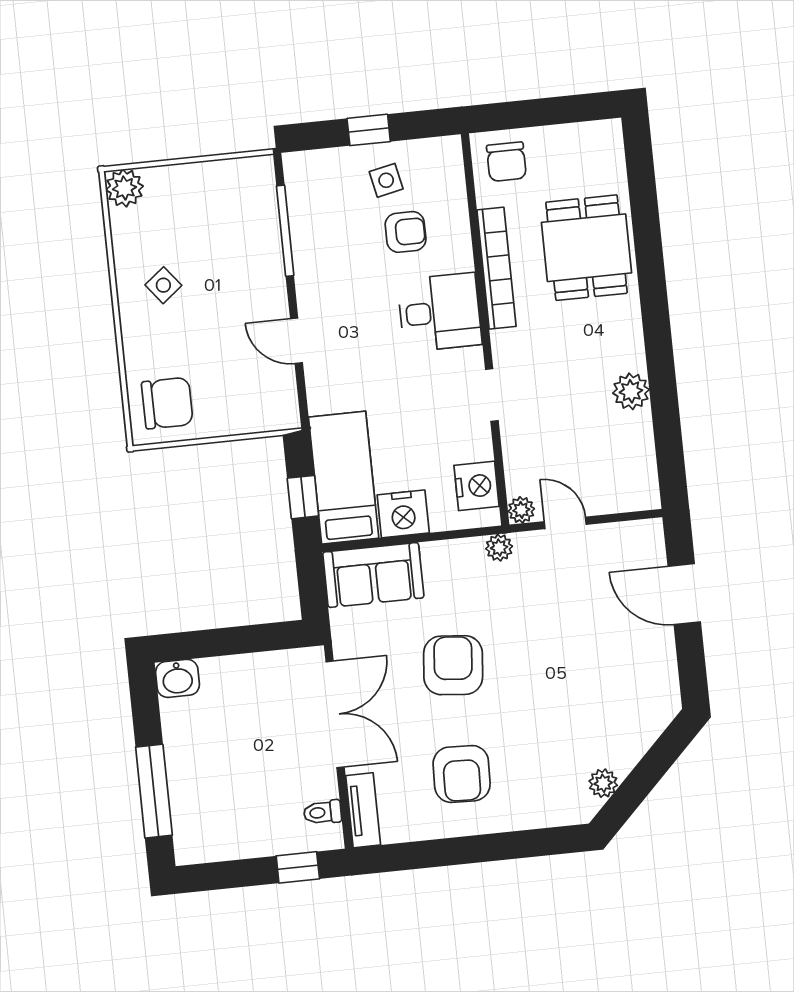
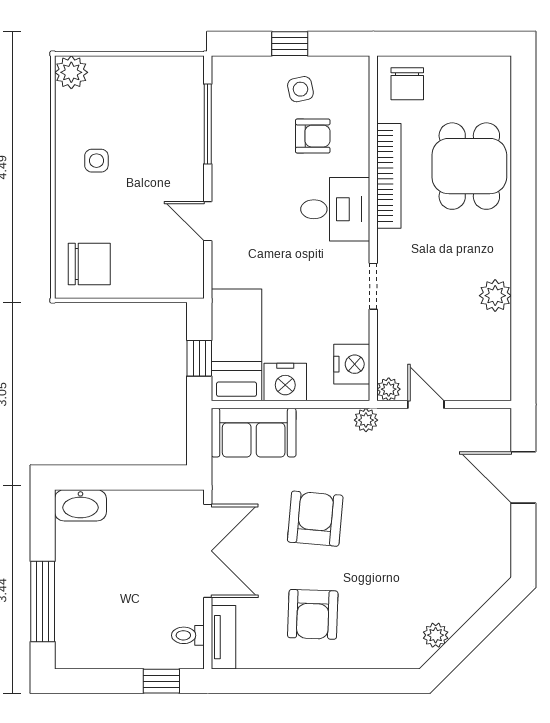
side table: (163, 285) -> (96, 161), turned 38
washbasin: (177, 678) -> (80, 505), width x1.38

